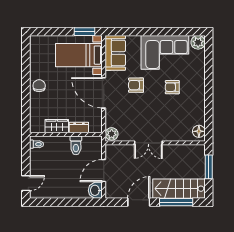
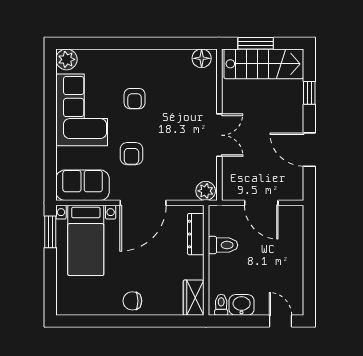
wardrobe: (57, 126) -> (194, 298), moved
dresser: (79, 127) -> (196, 234), width x1.44
stairs: (179, 189) -> (264, 64), moved, turned -90
washbasin: (95, 190) -> (242, 305), moved, turned 180
window: (176, 202) -> (309, 93), width x0.46

